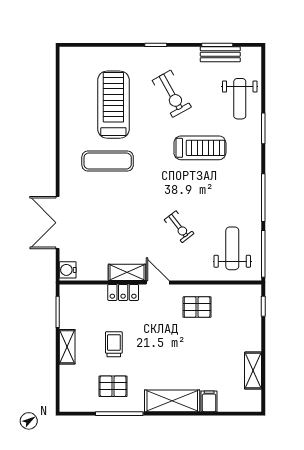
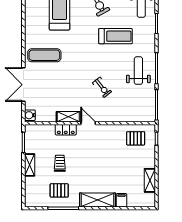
exercise mat: (108, 161) -> (44, 55), moved
weight bench: (232, 248) -> (138, 71), moved
pallet: (197, 307) -> (136, 138), moved

